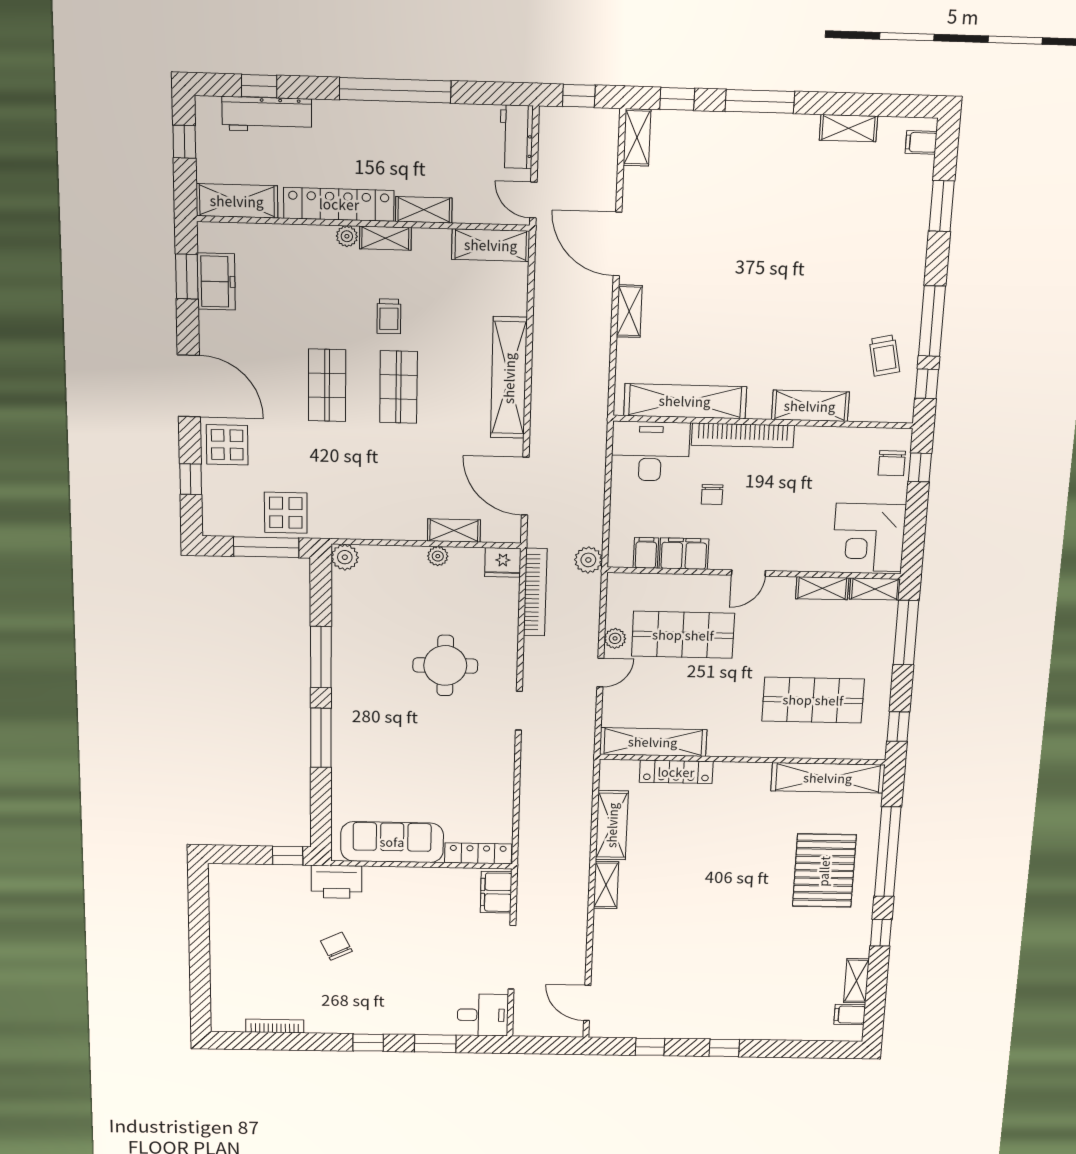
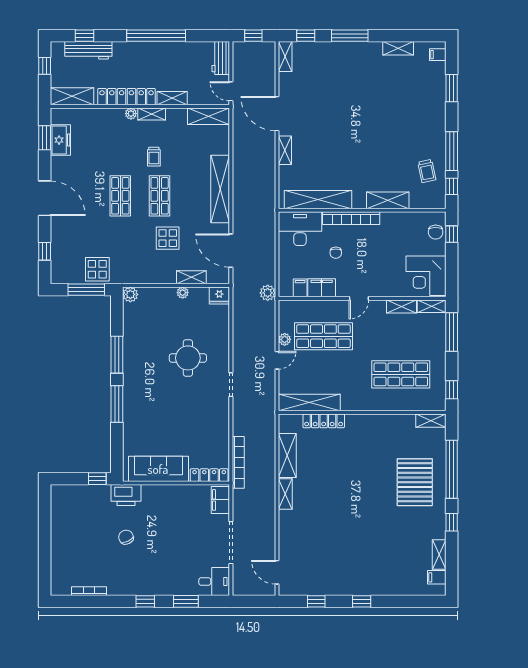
display table: (227, 445) -> (168, 238), moved
bookcase: (535, 592) -> (238, 462), moved
shelving: (828, 778) -> (431, 421), width x0.45, depth x0.75

